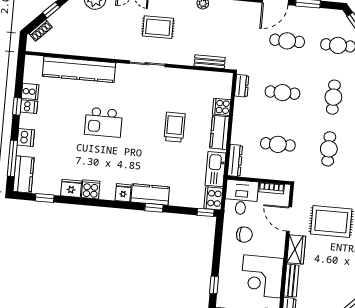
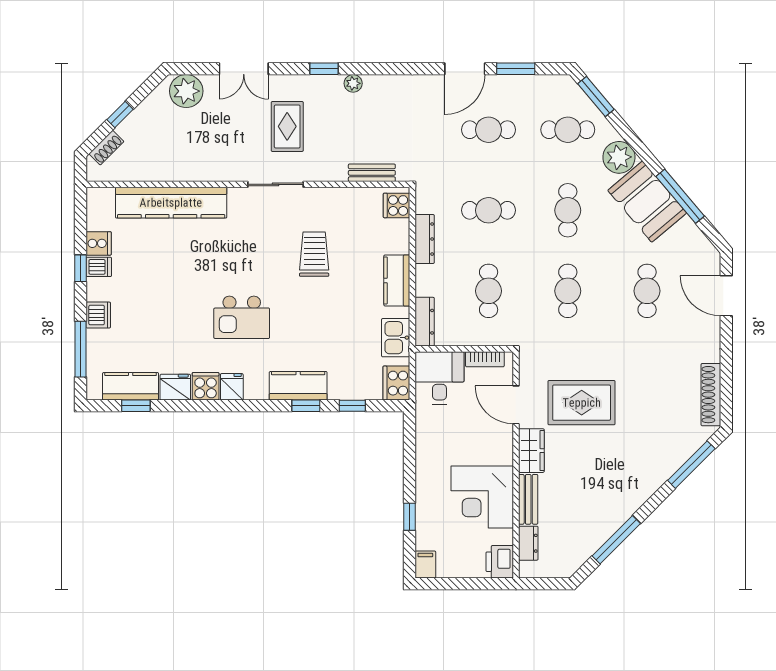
rug: (158, 27) -> (287, 126), turned 90
dresser: (242, 86) -> (425, 239), moved, width x1.44
cooker: (222, 107) -> (397, 205), moved
kitchen island: (103, 122) -> (242, 317), moved
trolley: (175, 127) -> (314, 254), moved
cafe table: (278, 144) -> (489, 291), turned 90
kitchen sink: (216, 169) -> (396, 338), width x0.73
kitchen counter: (24, 174) -> (131, 386), moved, turned -90
fridge: (123, 193) -> (232, 387), moved
window: (206, 212) -> (352, 406), moved
chair: (244, 235) -> (449, 435), removed

